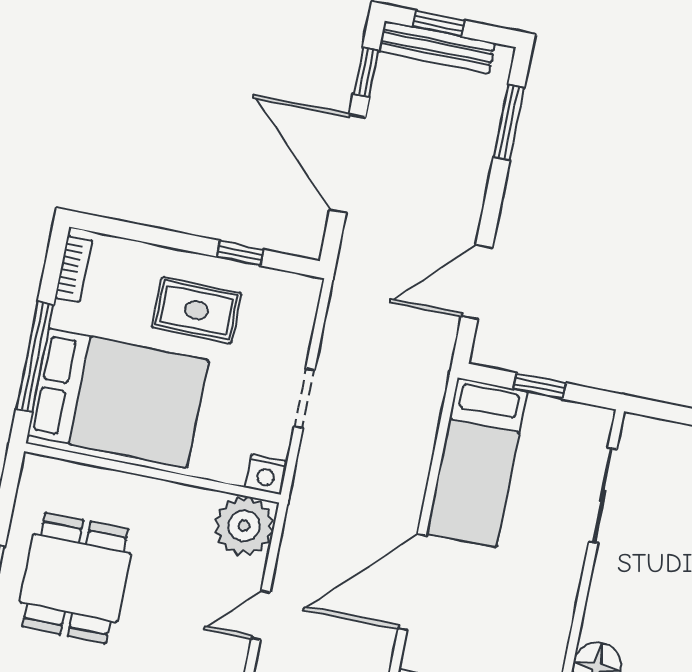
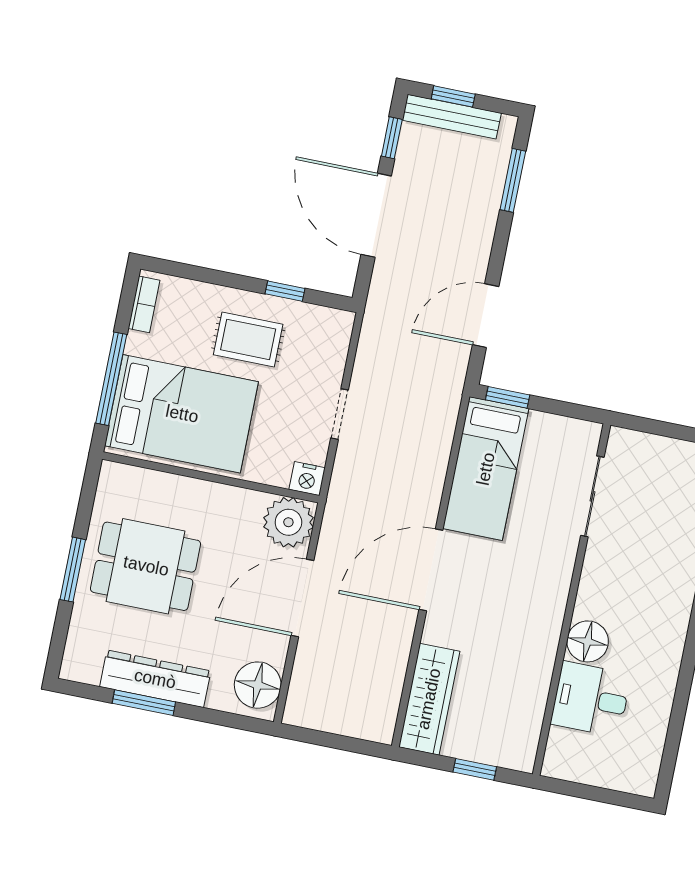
window: (539, 386) -> (508, 397), moved
dining table: (75, 578) -> (146, 566), turned 90
door: (261, 615) -> (302, 598), width x1.87

